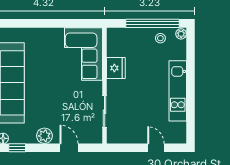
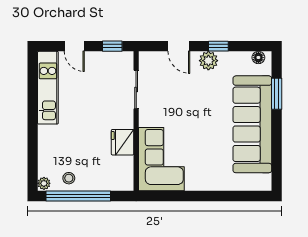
kitchen unit: (178, 91) -> (48, 88), moved
window: (17, 148) -> (218, 46), moved
window: (124, 148) -> (112, 46), added

